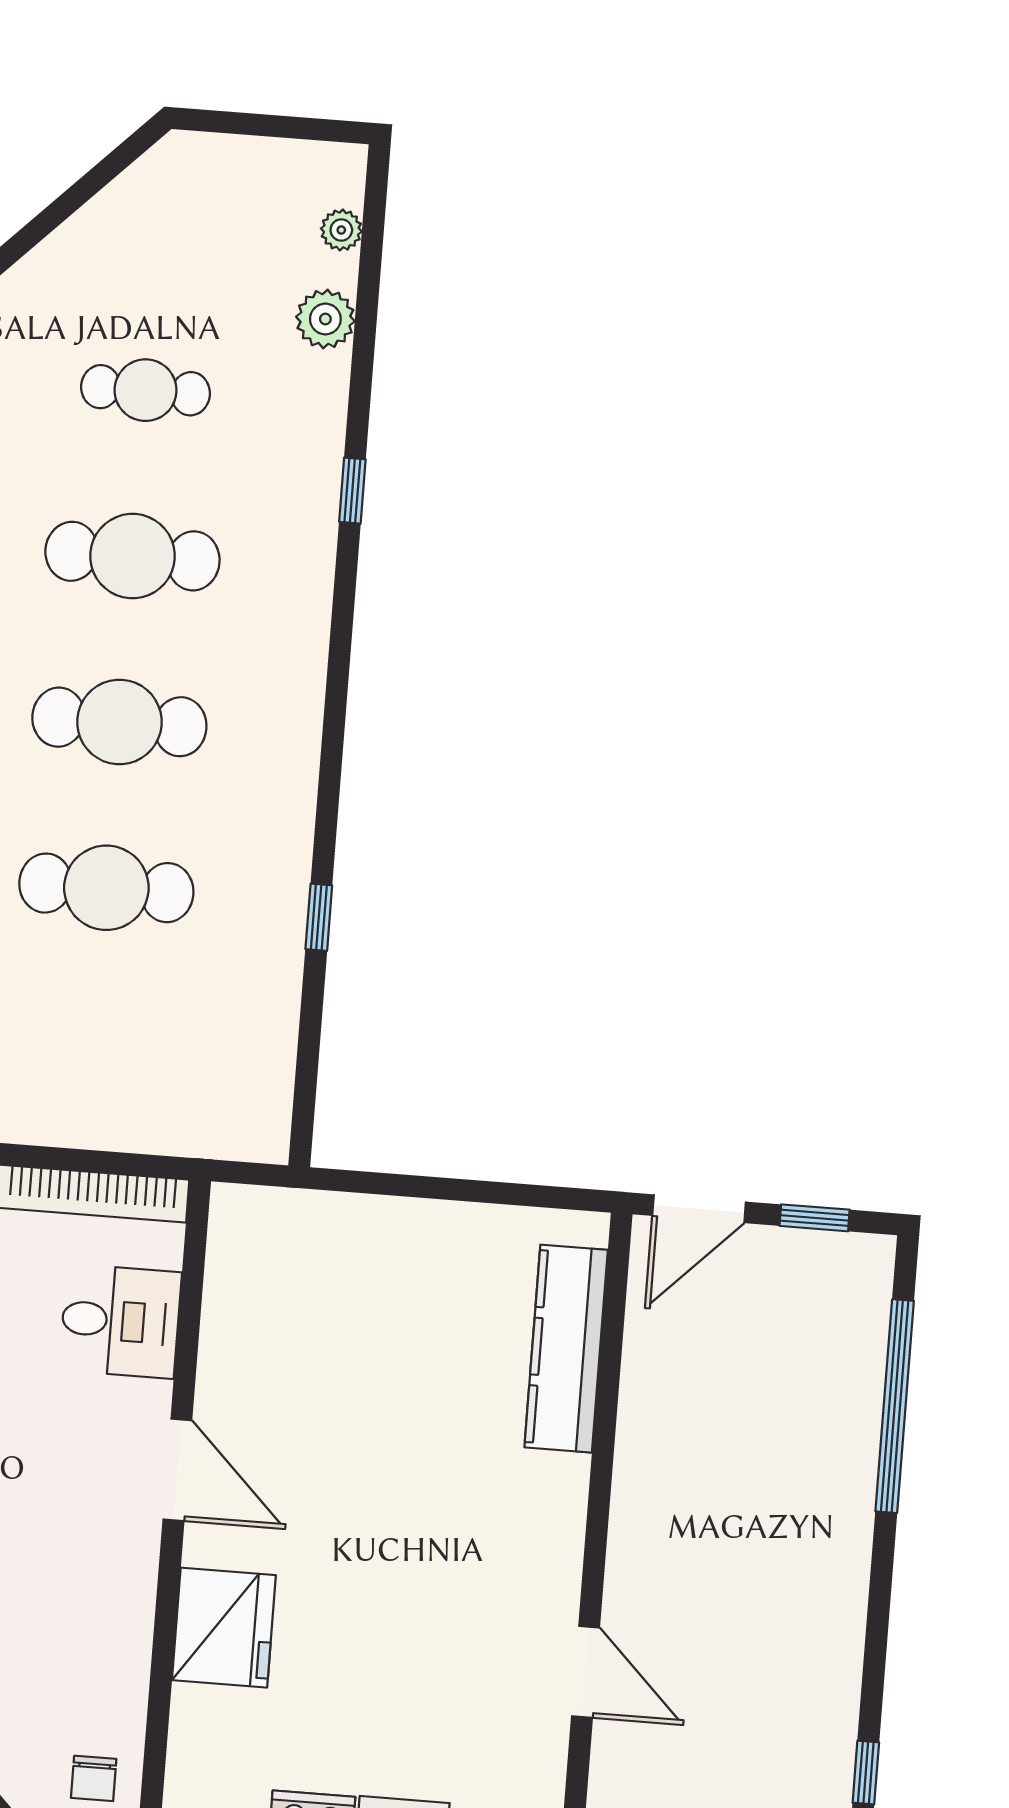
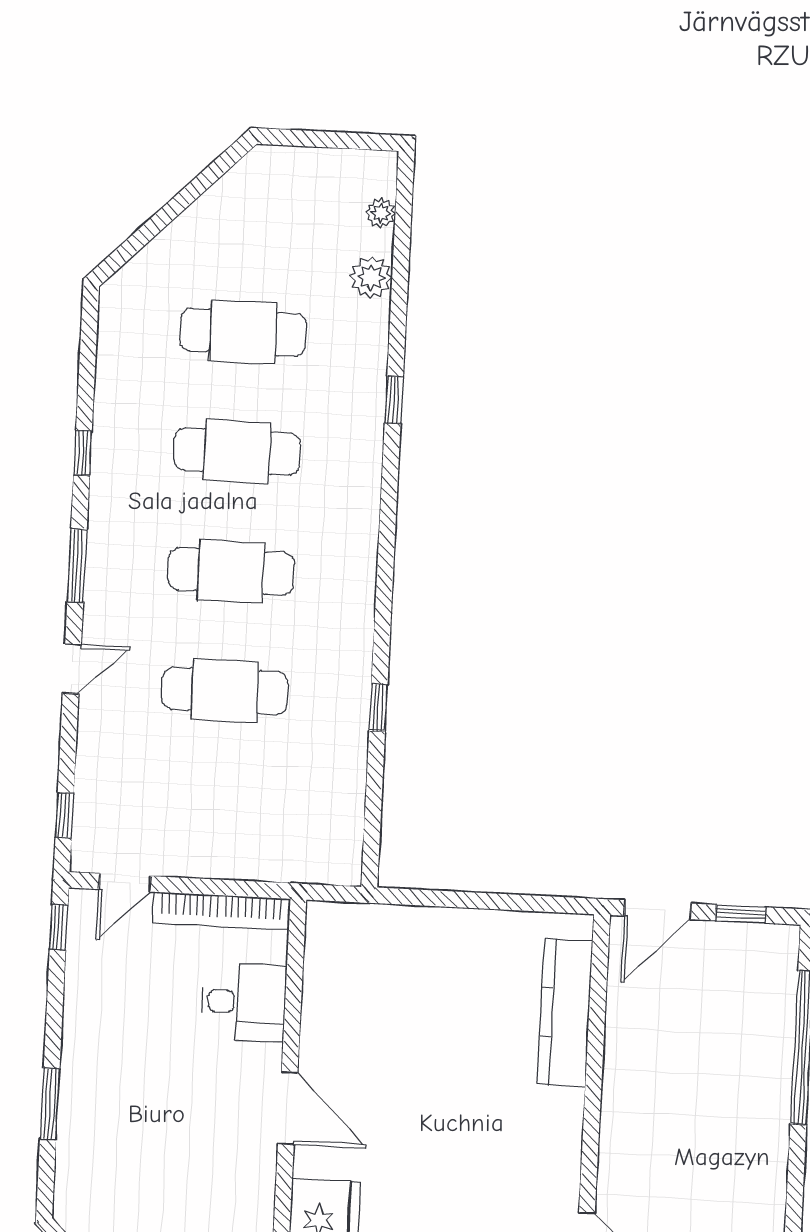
cafe table: (146, 390) -> (243, 332), width x1.37, depth x1.35

